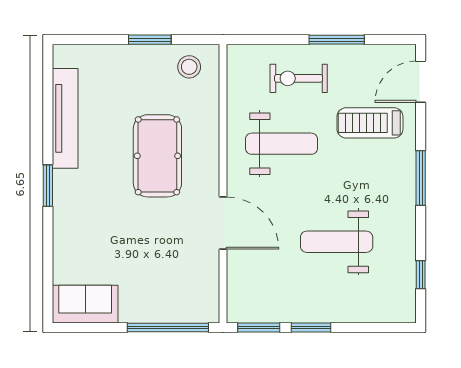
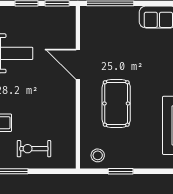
exercise bike: (299, 78) -> (34, 149), turned 180
weight bench: (281, 144) -> (44, 111), removed

